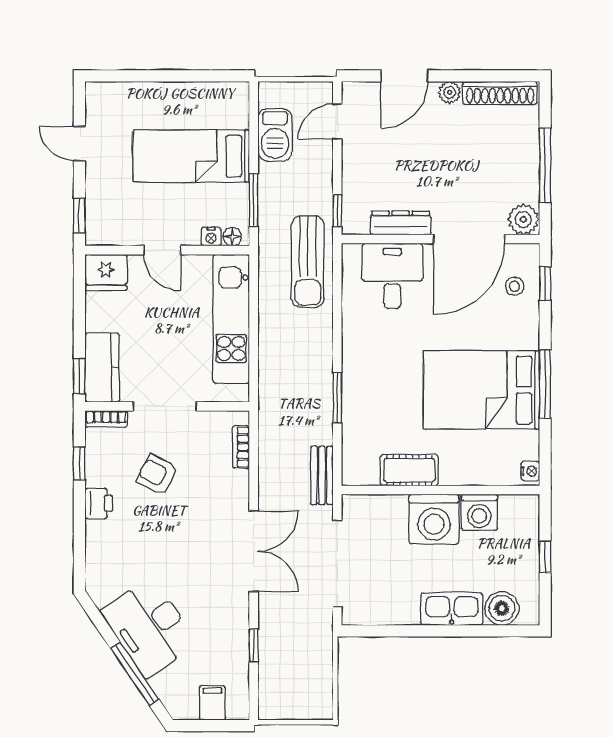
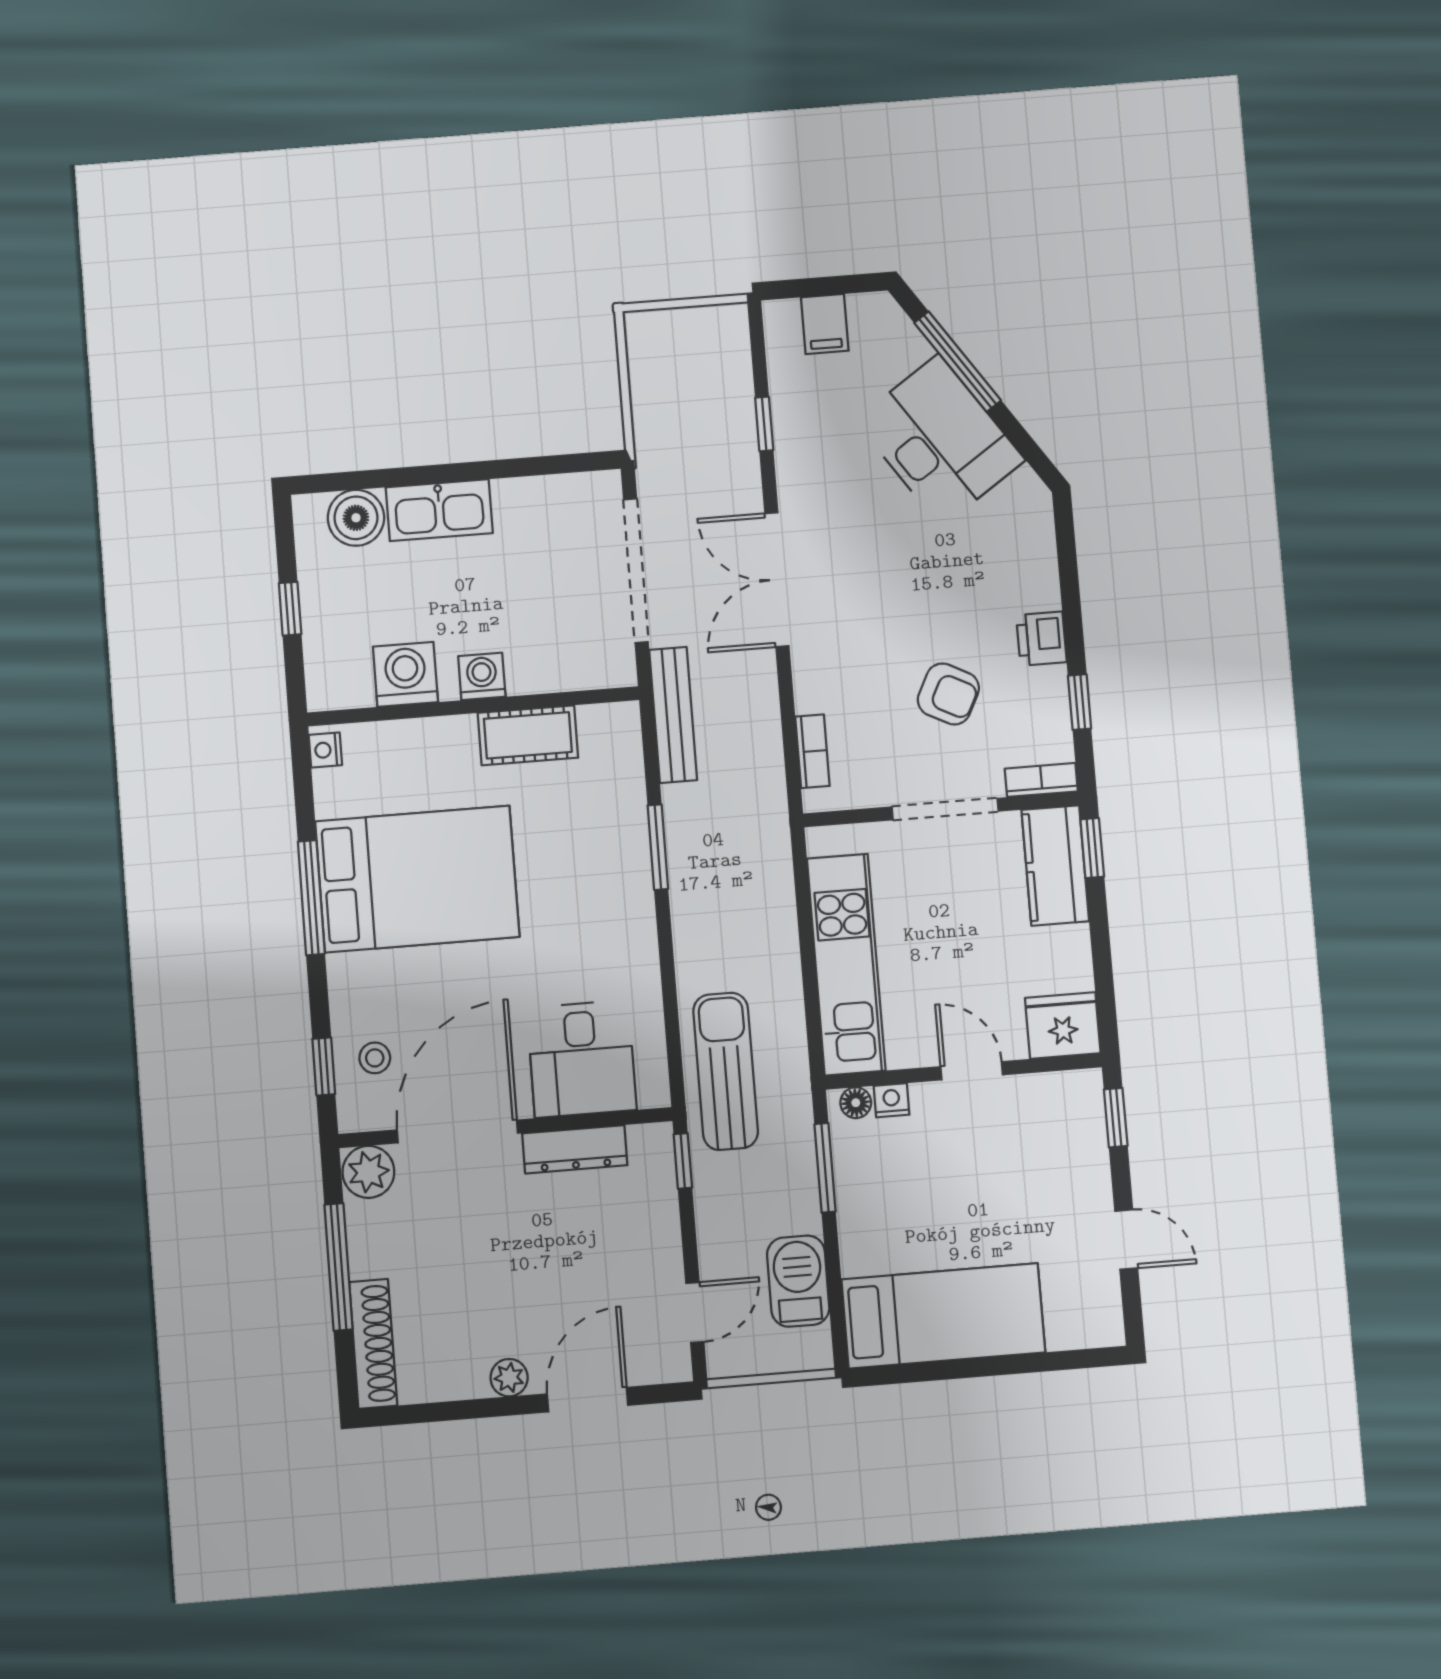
shoe rack: (500, 93) -> (373, 1344), moved, turned 90
bed: (191, 156) -> (943, 1316), moved
bench: (322, 475) -> (673, 715), width x1.36
washing machine: (434, 519) -> (482, 676), width x0.53, depth x0.53

